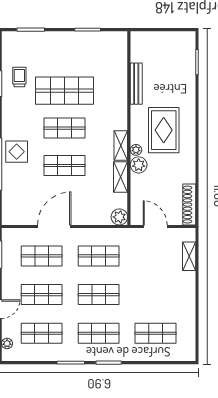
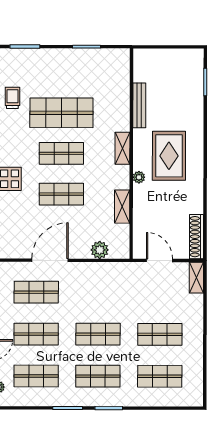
shelving: (121, 146) -> (122, 148), moved
plant: (139, 165) -> (142, 193), removed
plant: (119, 217) -> (100, 250), moved
shop shelf: (99, 256) -> (160, 334), moved
shelving: (189, 256) -> (196, 278), moved

